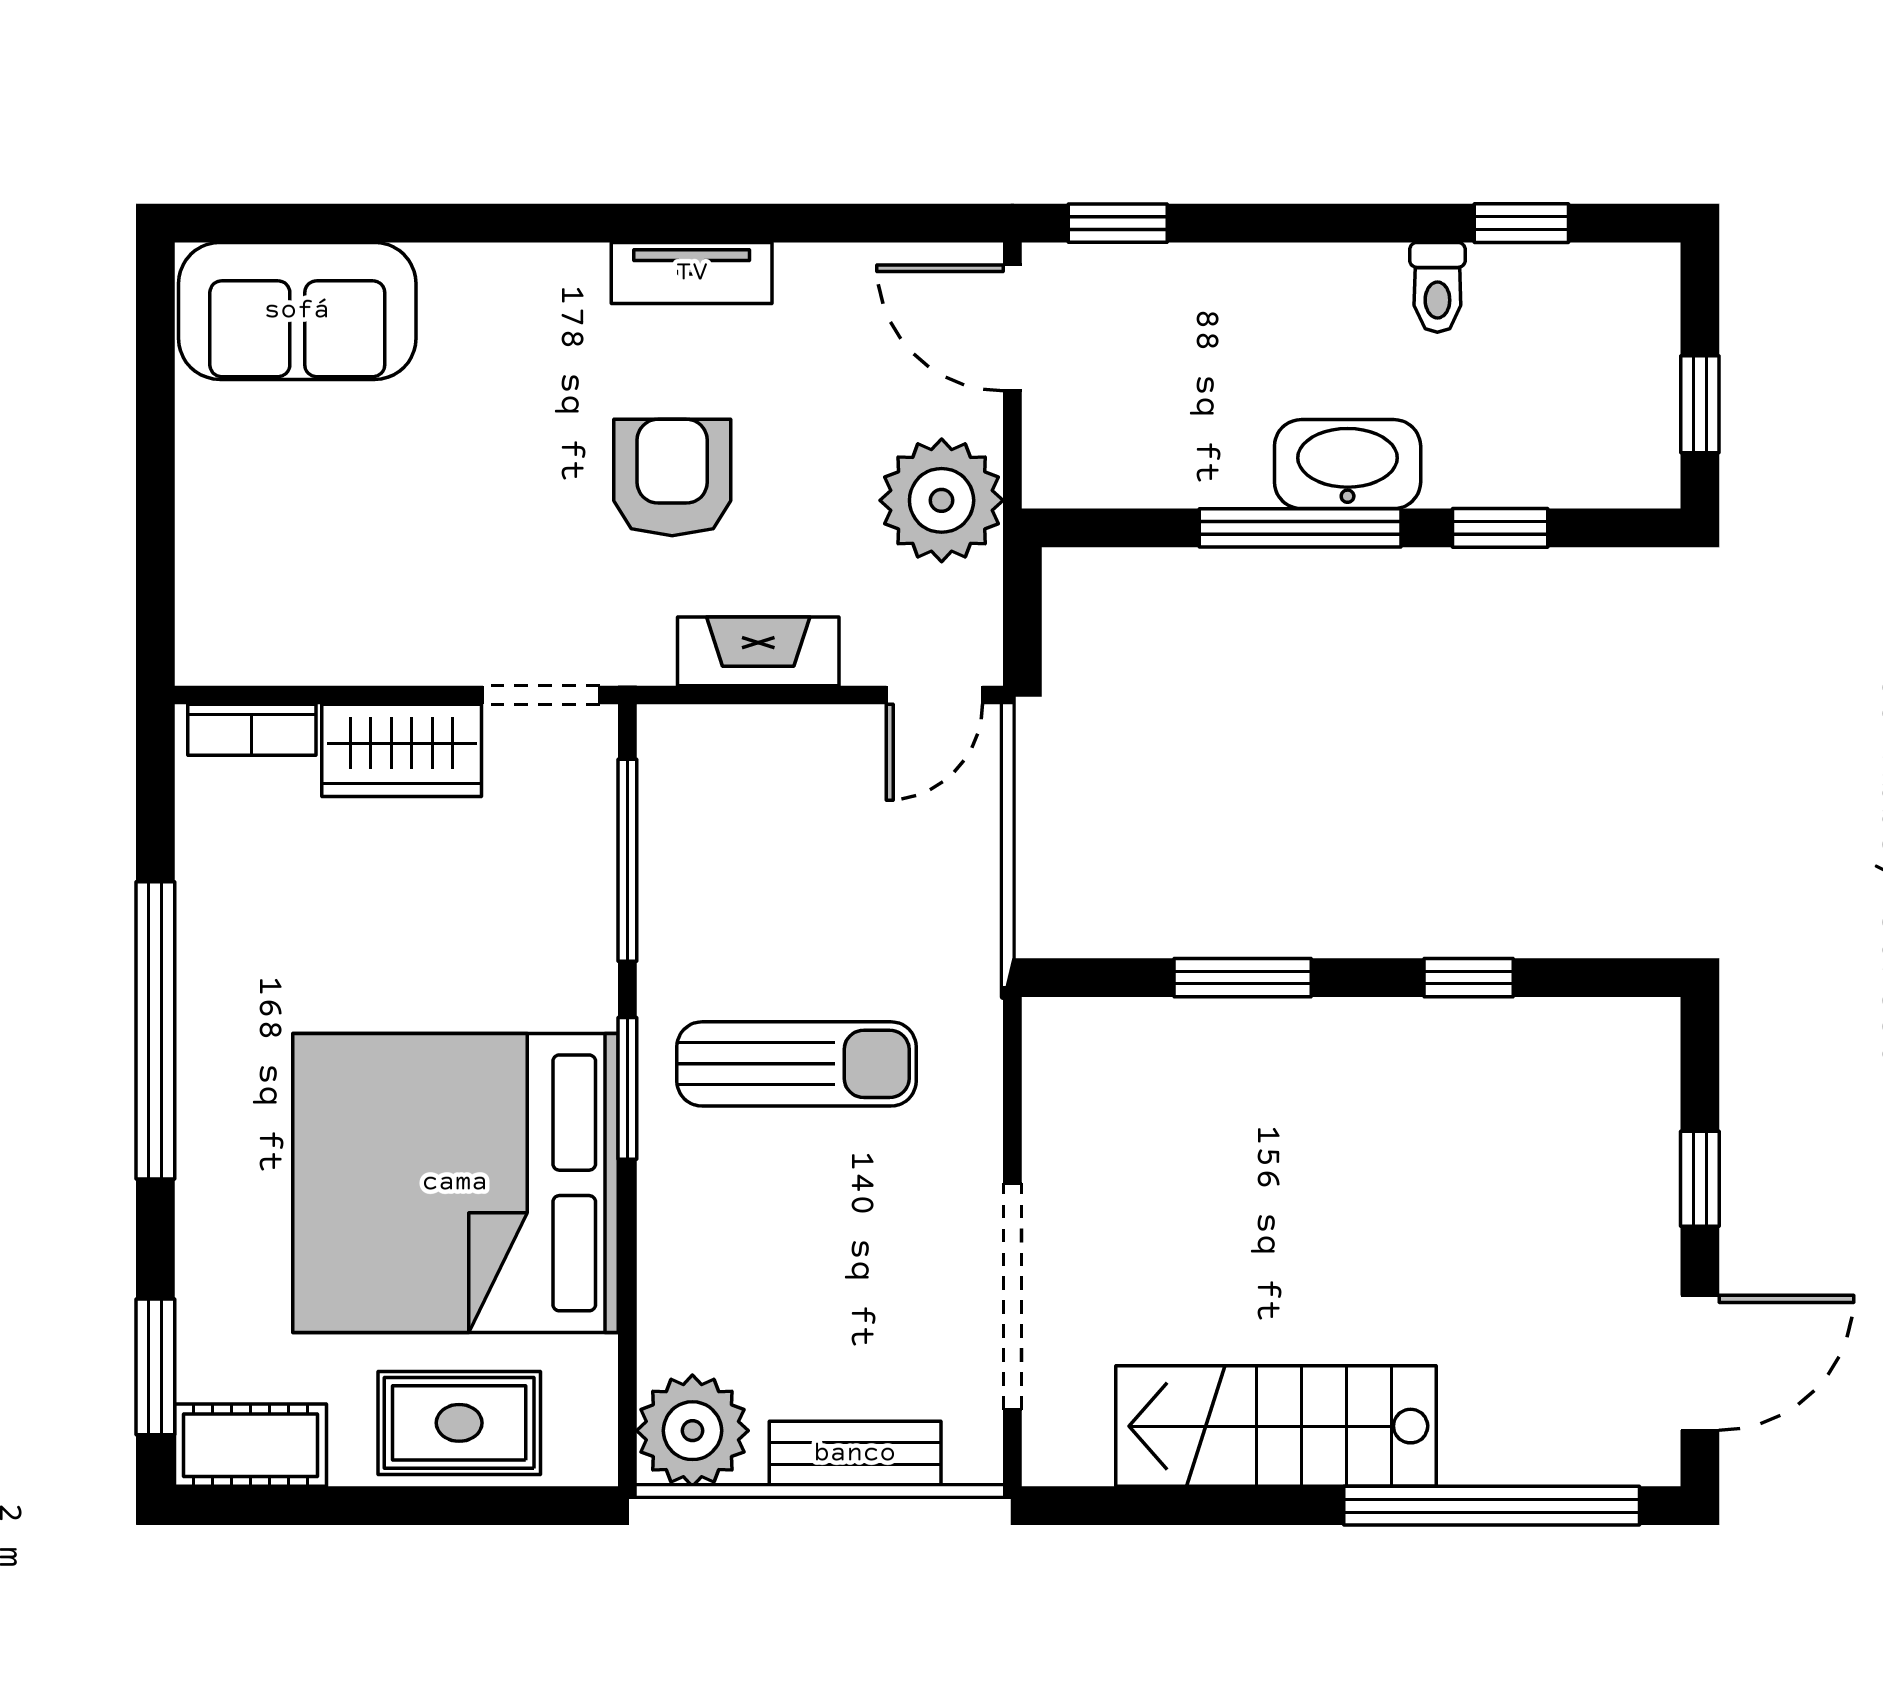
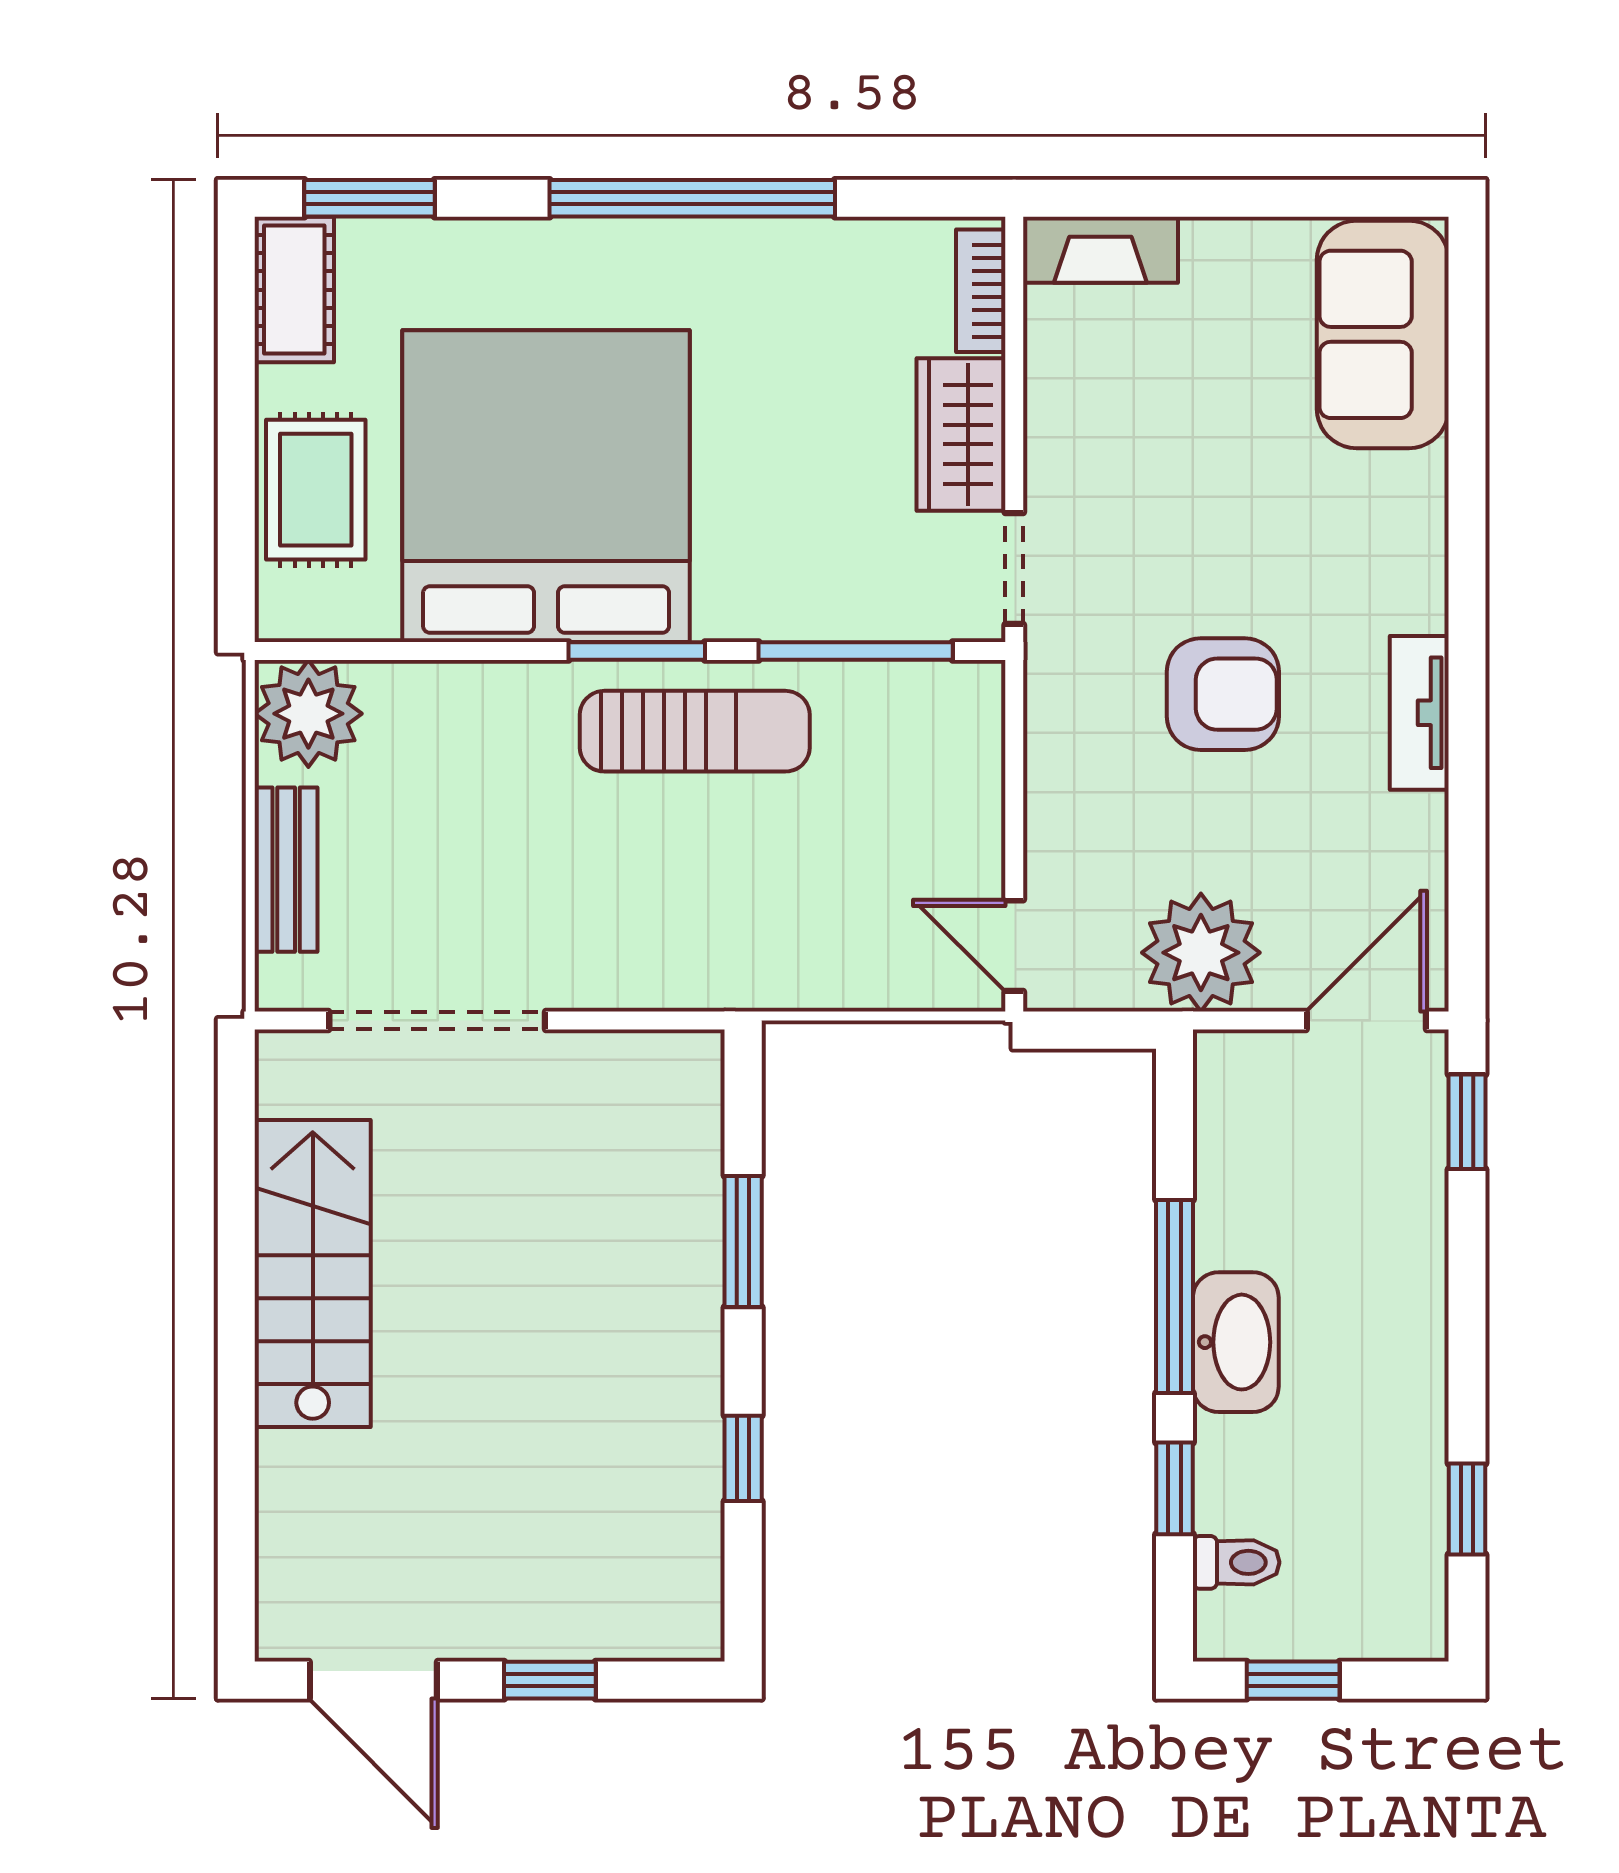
toilet: (1437, 287) -> (1236, 1562), moved, turned 180
fireplace: (758, 651) -> (1100, 250), moved, turned 90
sun lounger: (797, 1064) -> (695, 731), moved, turned -90
window: (1492, 1506) -> (236, 1480), removed

